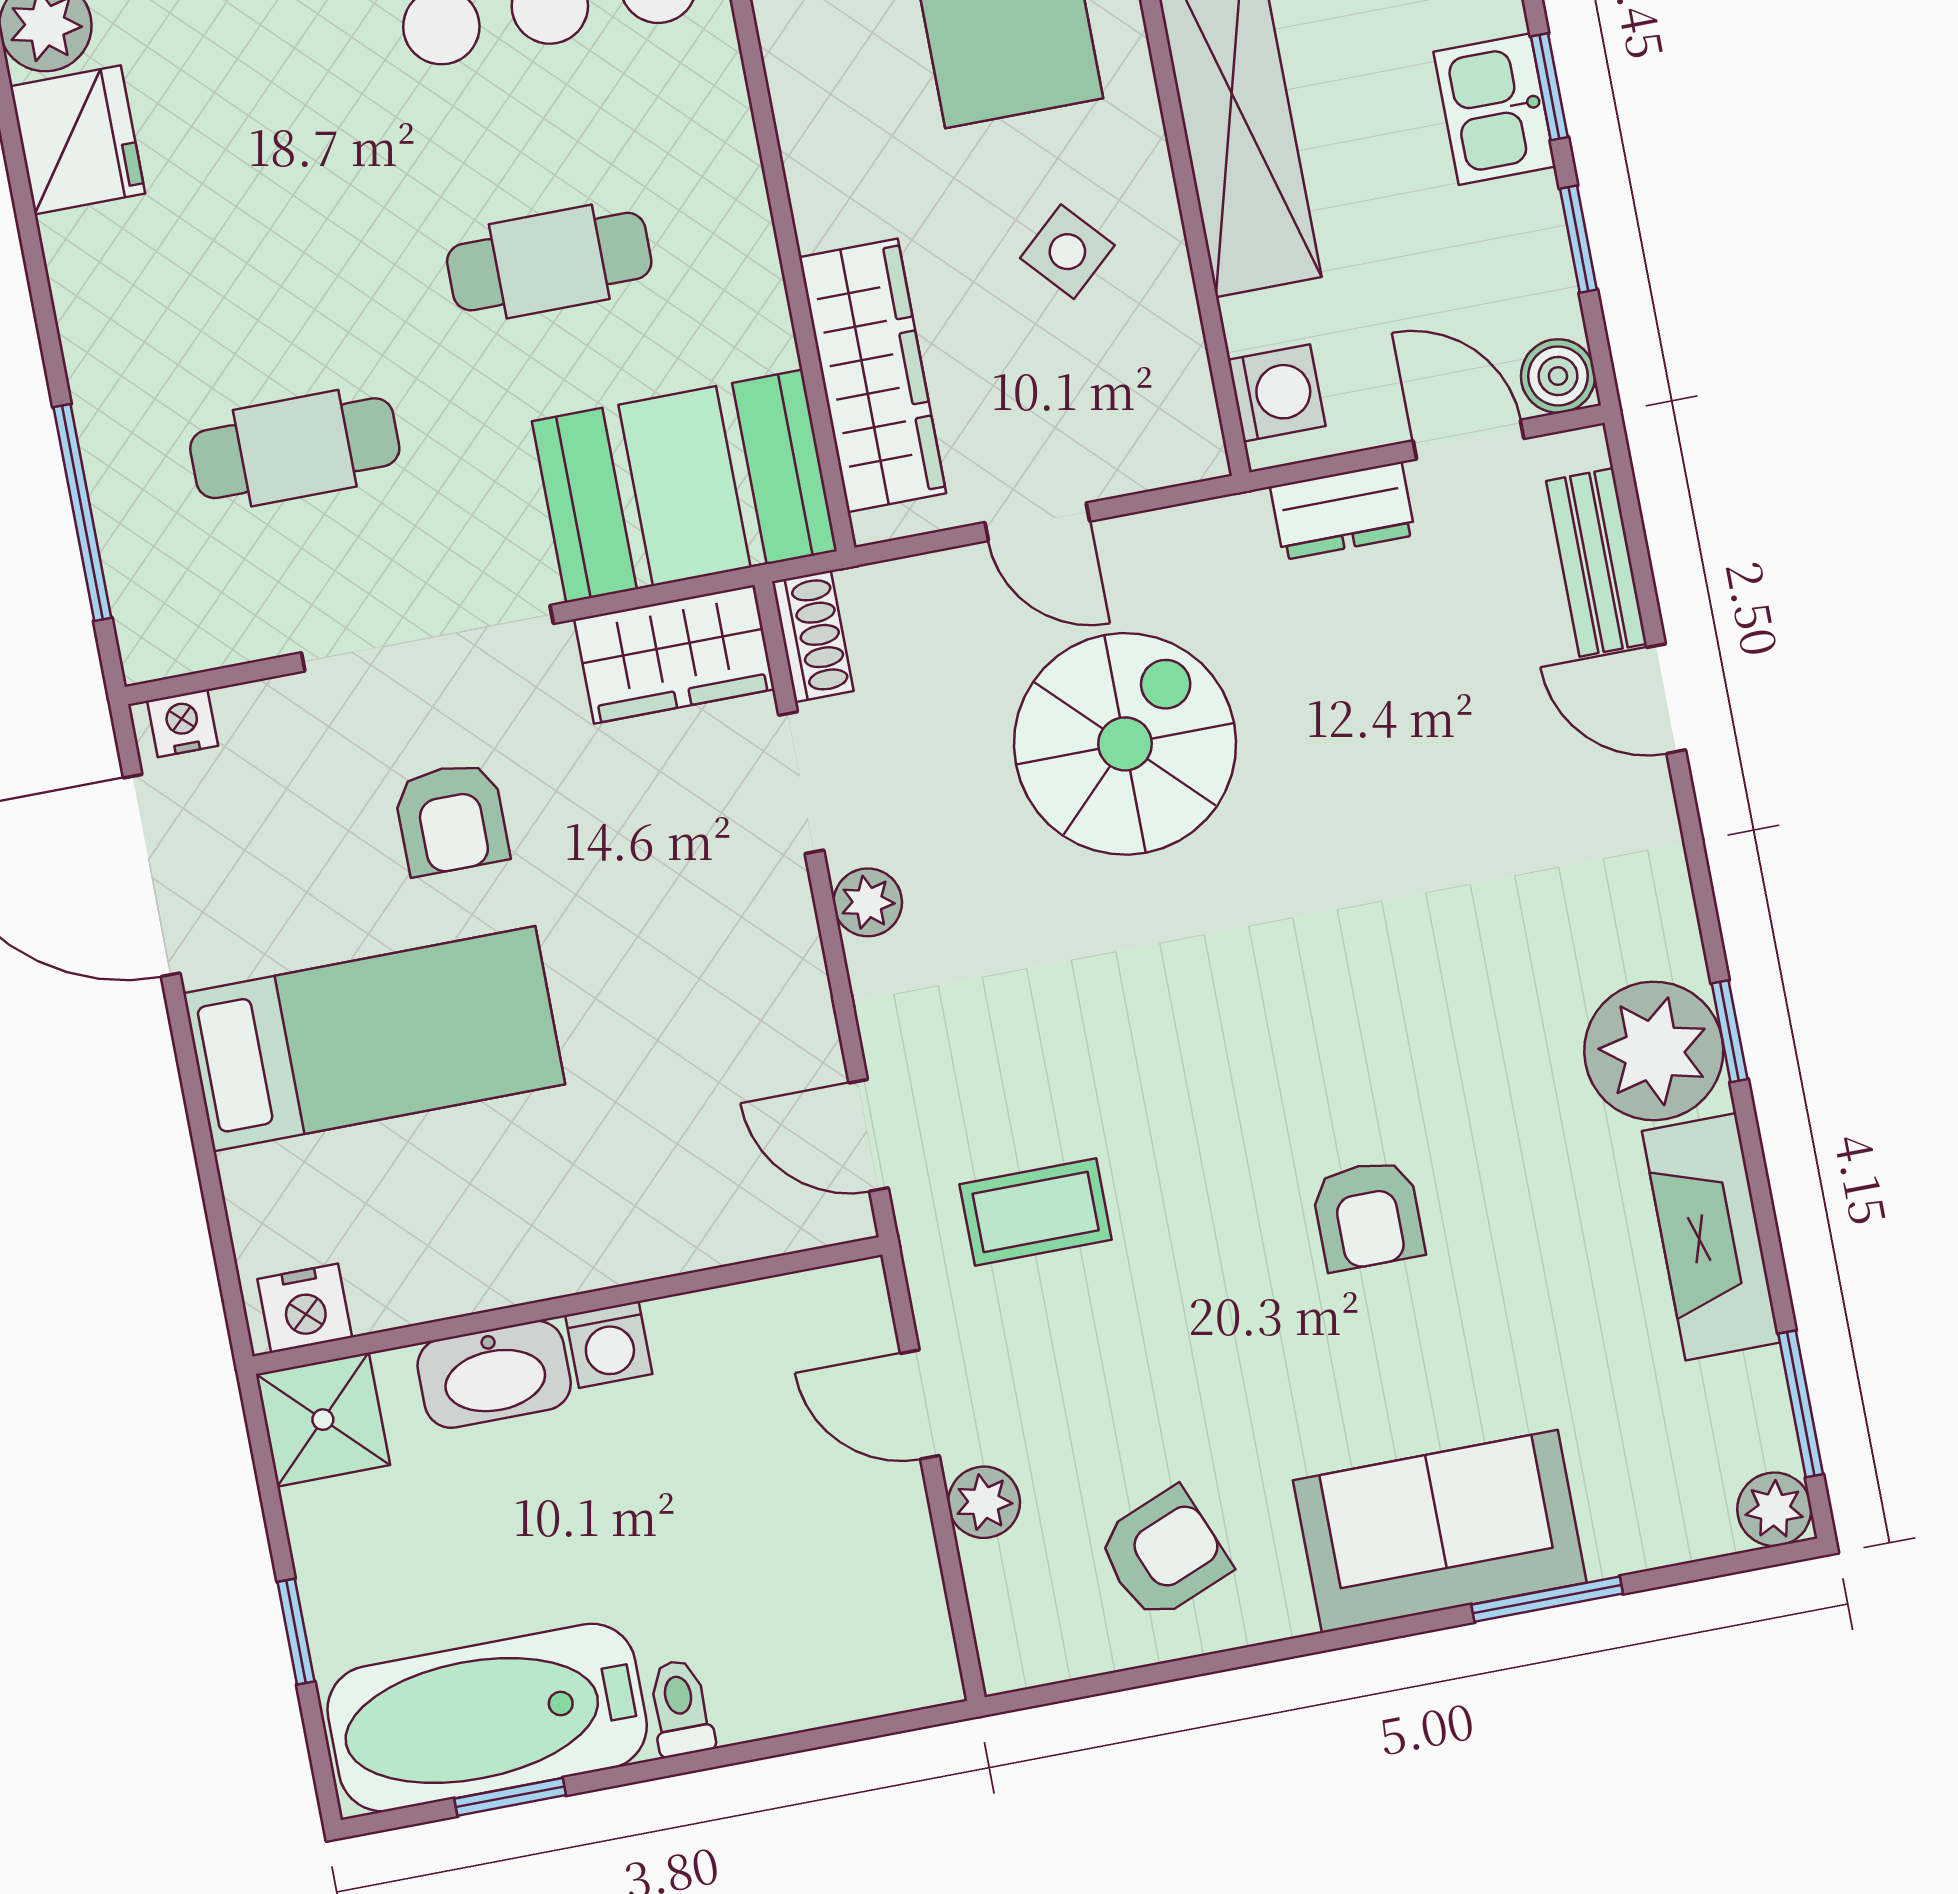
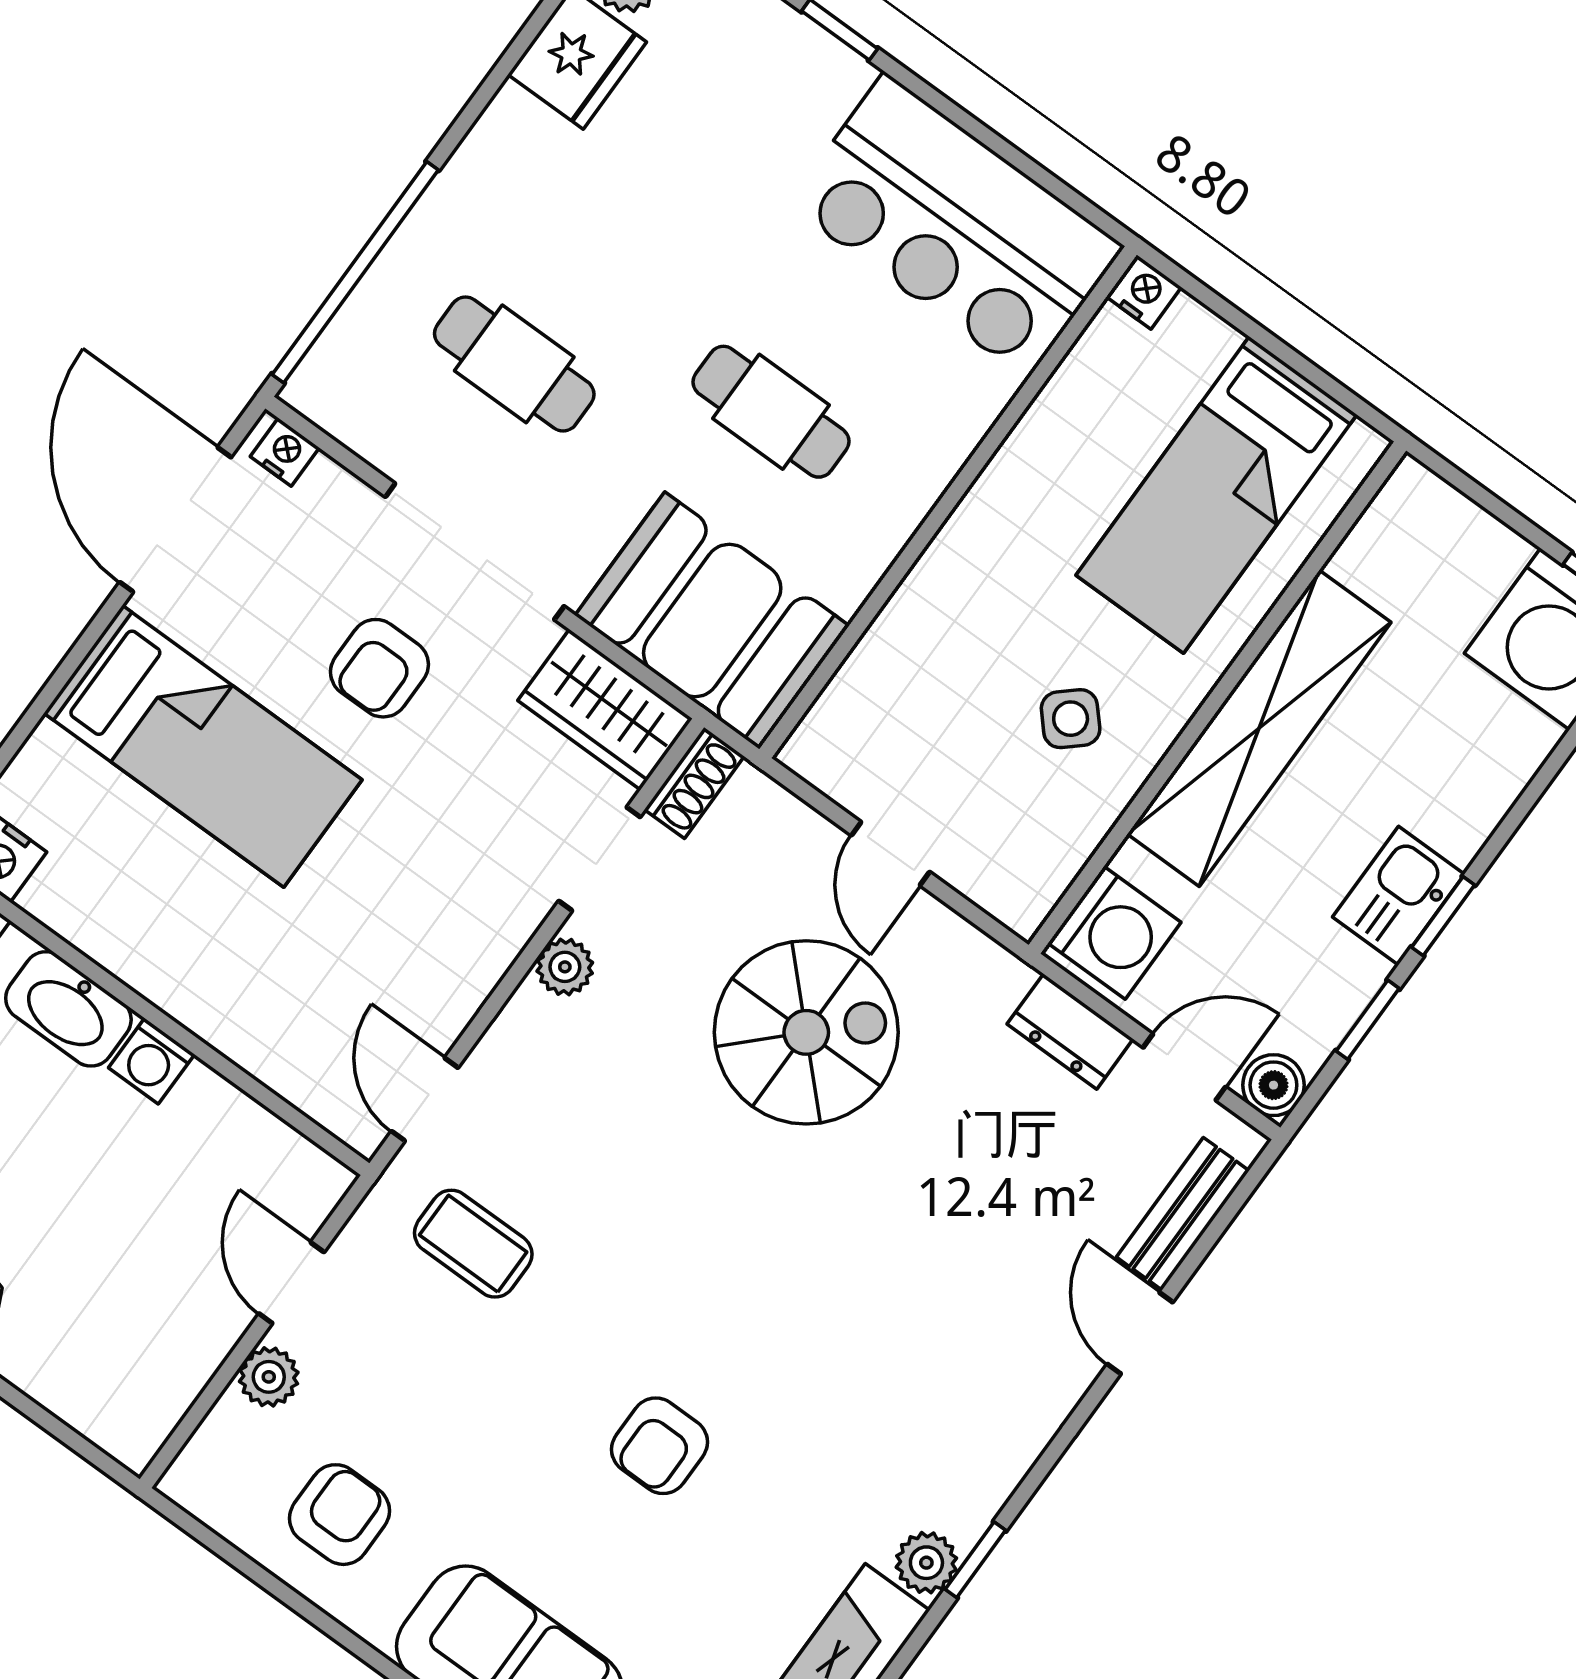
wardrobe: (873, 375) -> (886, 671), removed
washing machine: (1277, 393) -> (1114, 933), width x1.38, depth x1.38
door: (1468, 440) -> (1184, 1067), hinge flipped
window: (82, 512) -> (355, 272), width x1.46
plant: (1654, 1051) -> (926, 1563), width x0.53, depth x0.53
armchair: (1164, 1554) -> (339, 1515), turned -68

